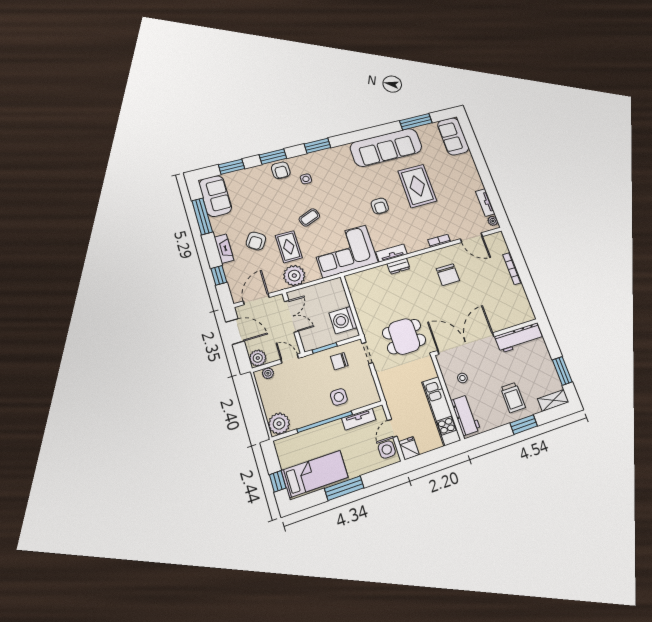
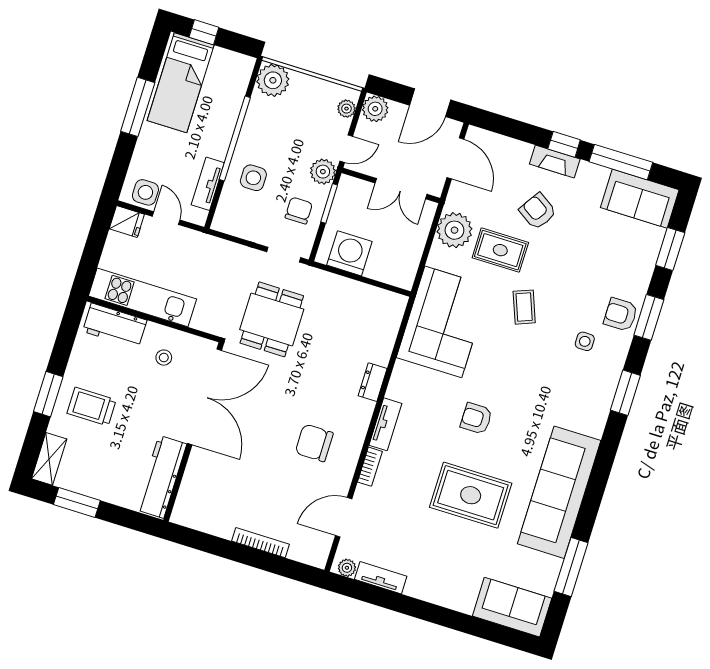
tv unit: (392, 253) -> (385, 424), moved
window: (219, 275) -> (564, 144), moved
plant: (310, 363) -> (323, 172), added

